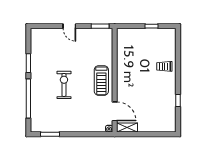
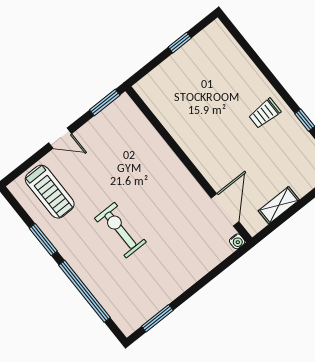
trolley: (164, 66) -> (265, 113), moved
treadmill: (101, 81) -> (50, 192), moved
door: (115, 111) -> (225, 210), hinge flipped
shelving: (127, 127) -> (279, 205), moved

